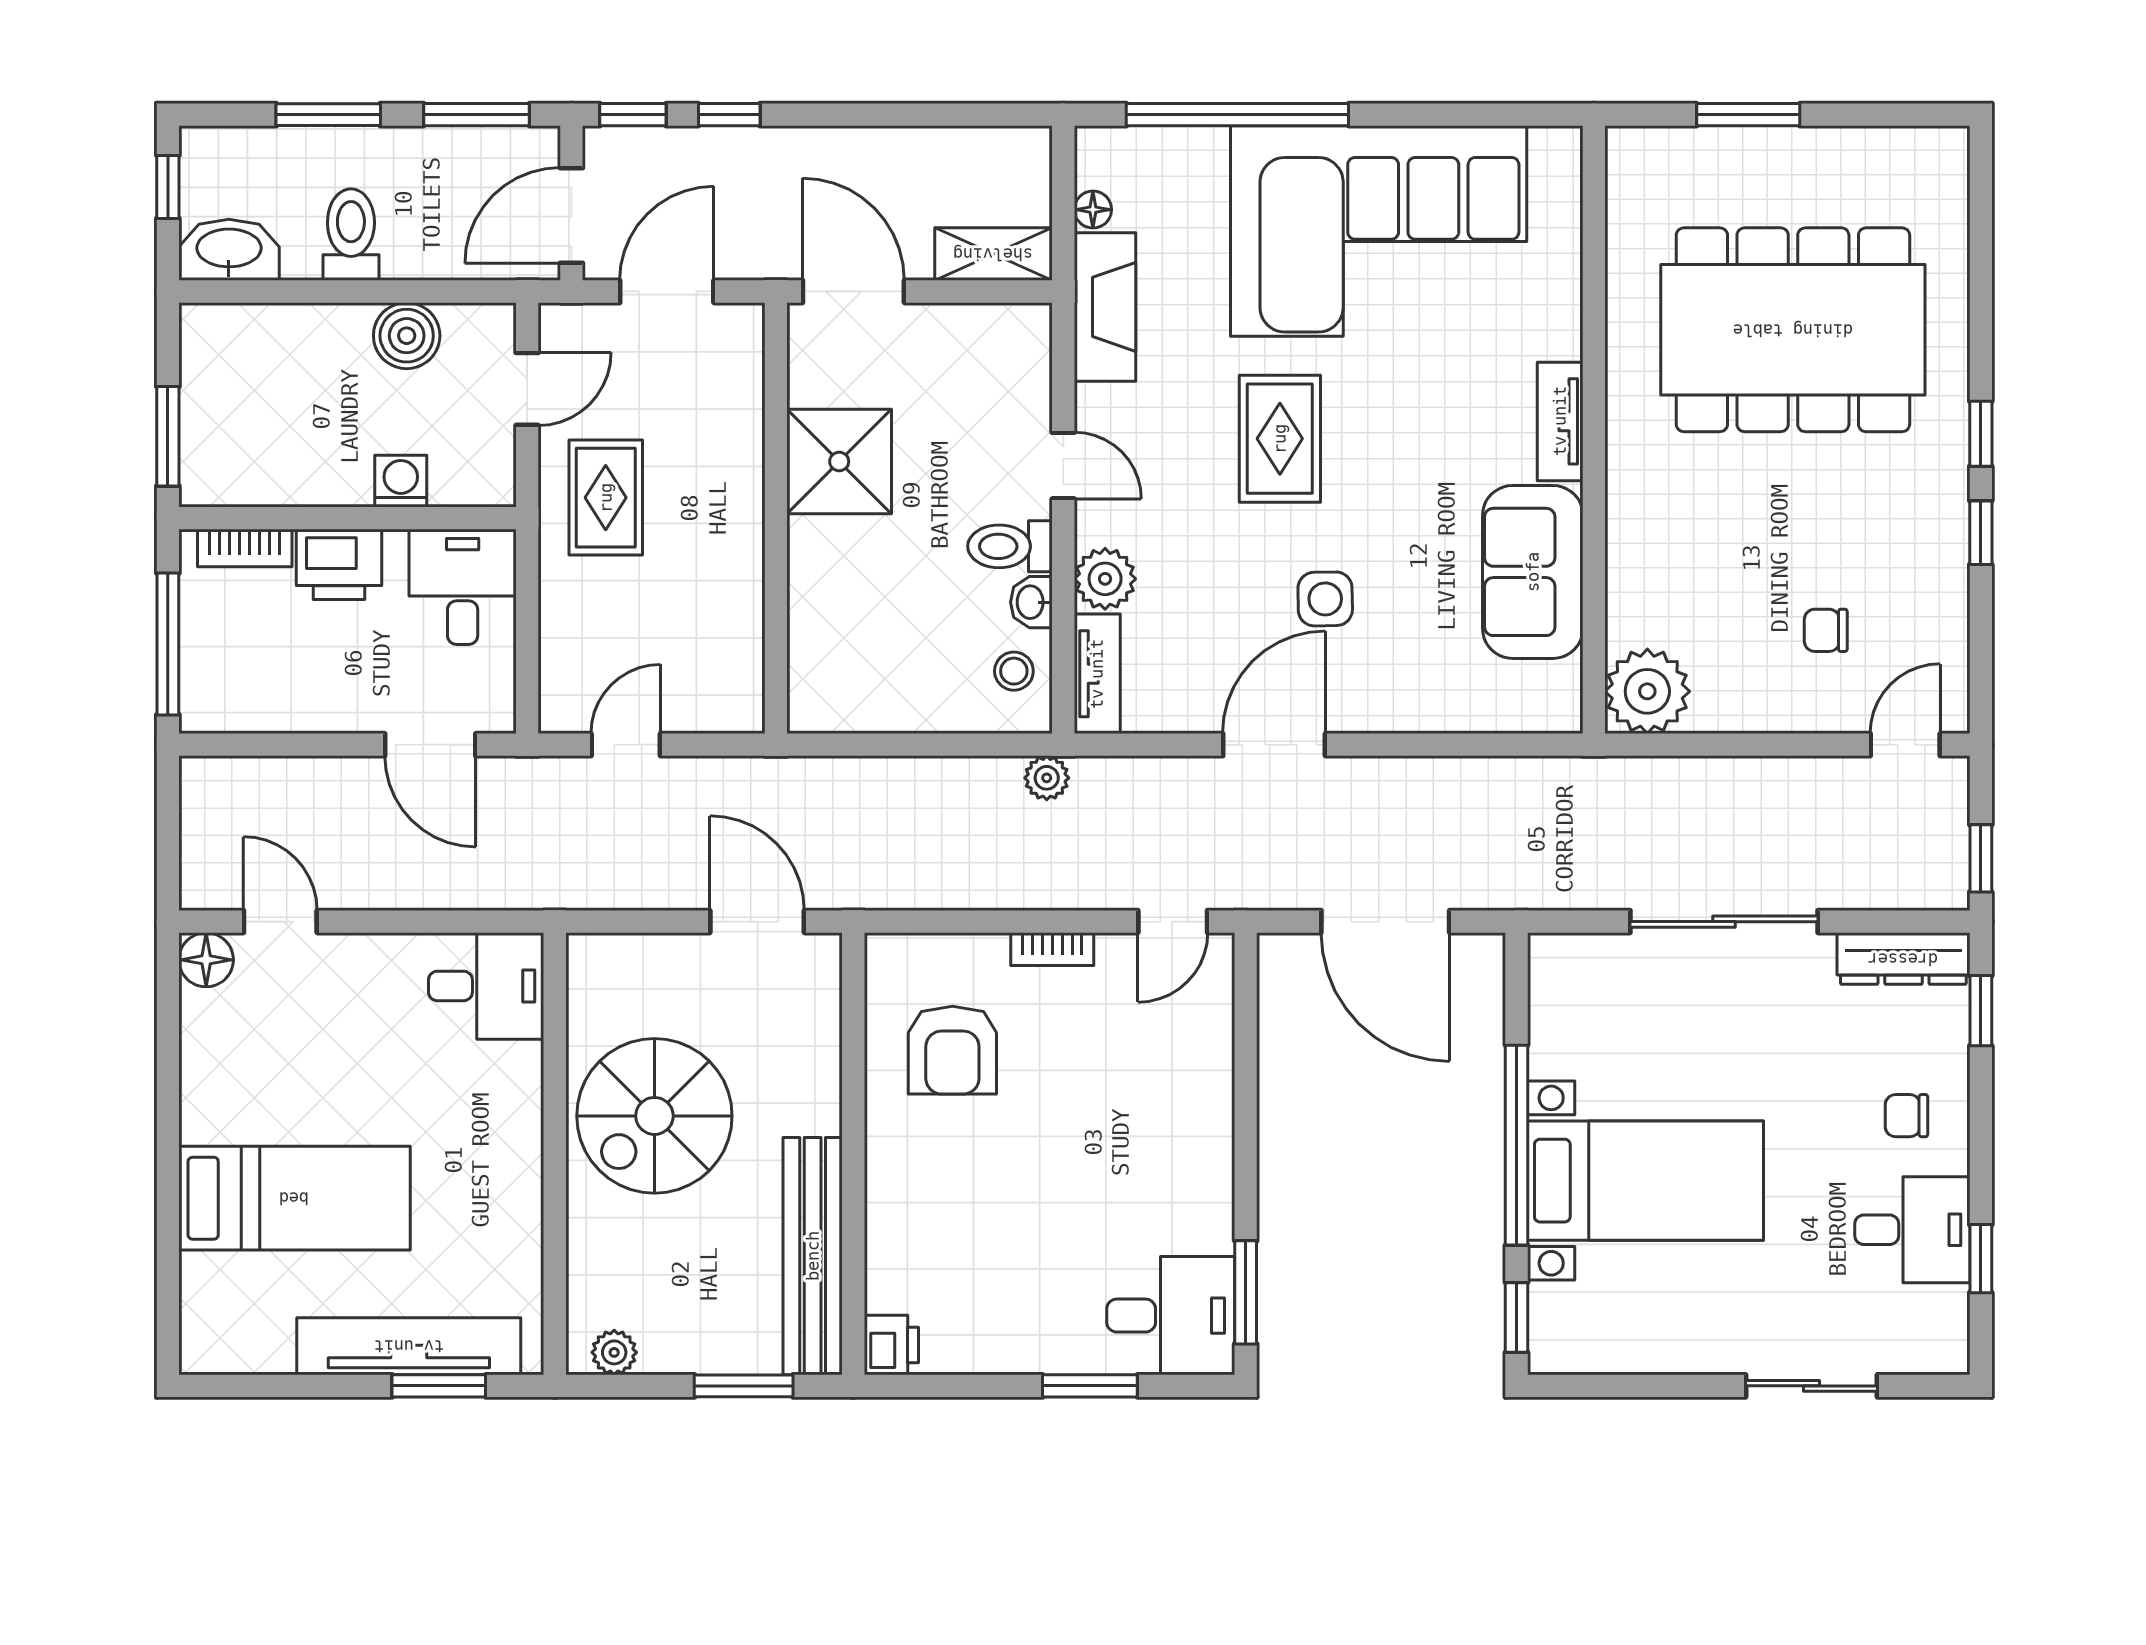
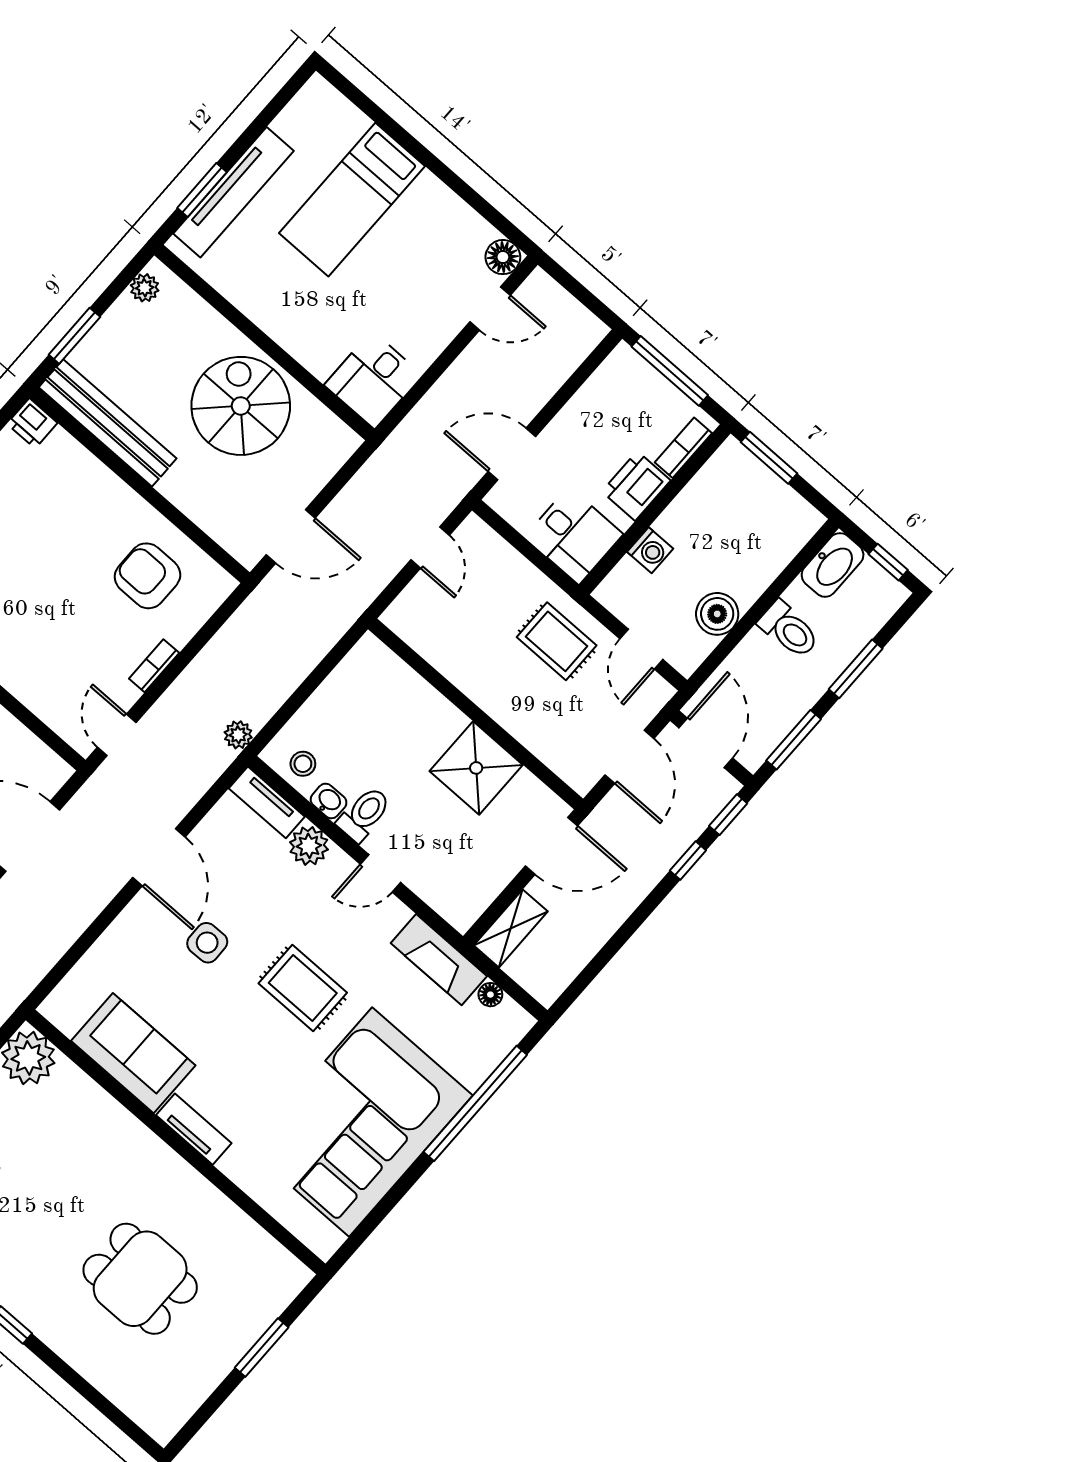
dining table: (1793, 330) -> (140, 1279), width x0.53, depth x0.80

